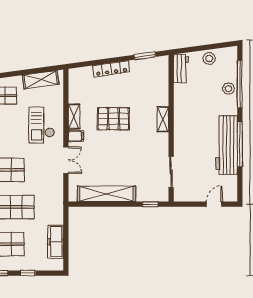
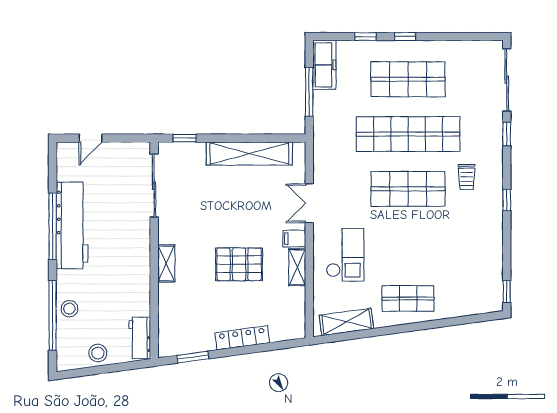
sliding door: (171, 172) -> (154, 186), width x1.37
window: (66, 236) -> (309, 92), added
freezer: (56, 242) -> (324, 65), moved

